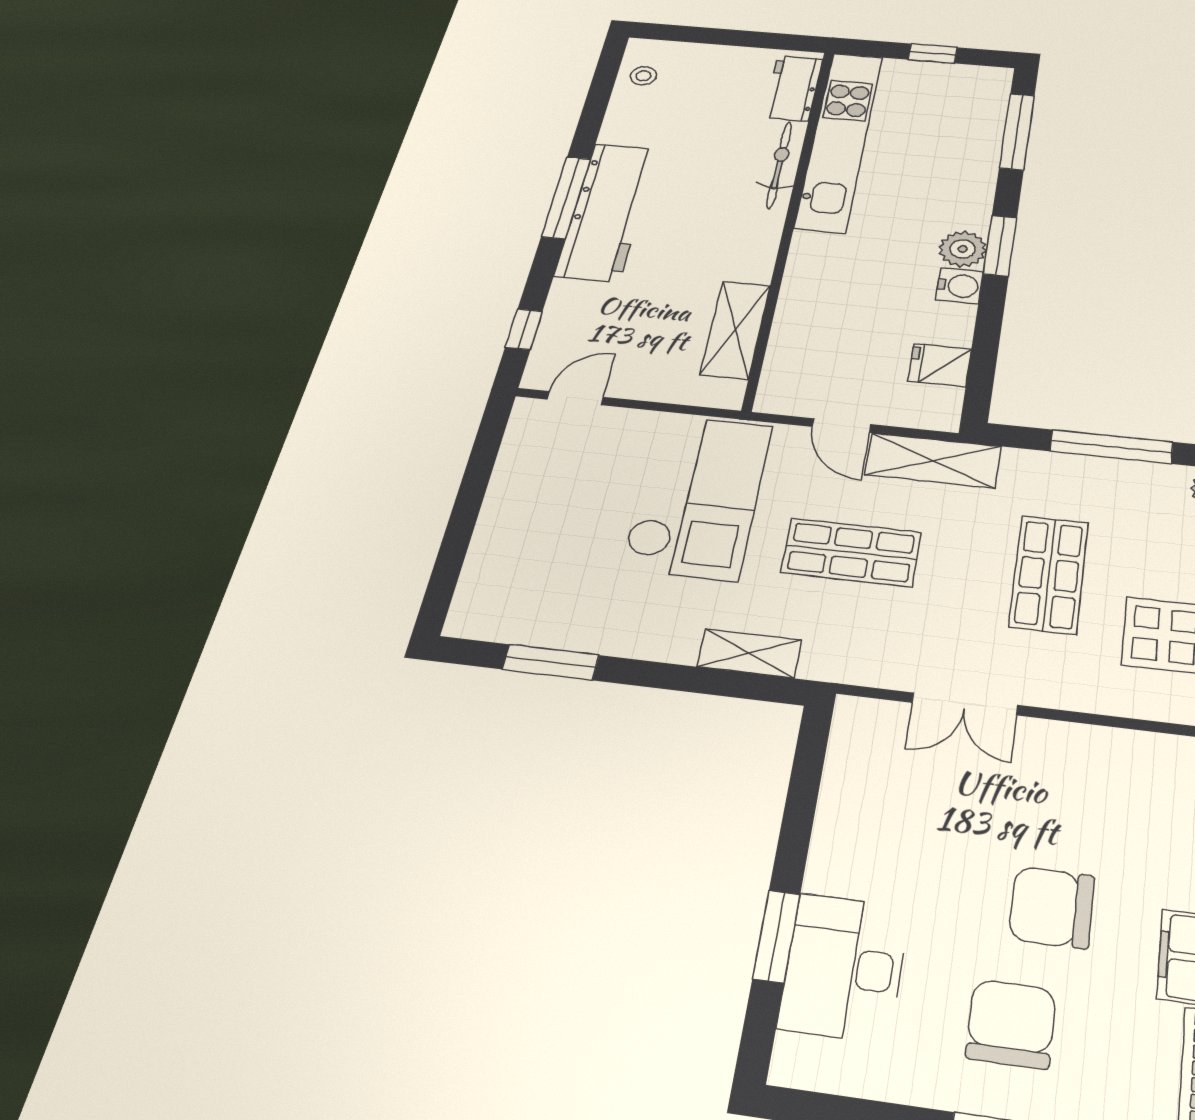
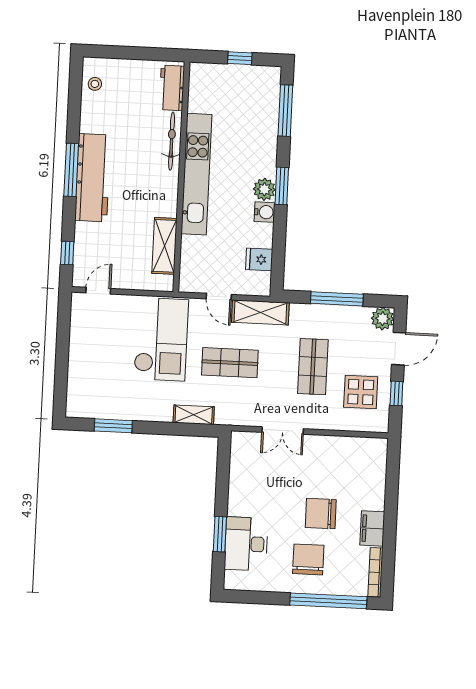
kitchen unit: (839, 140) -> (196, 174), moved

